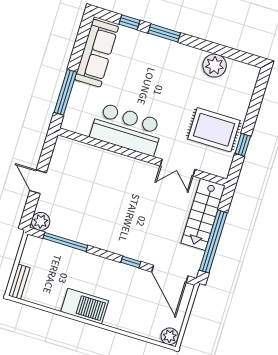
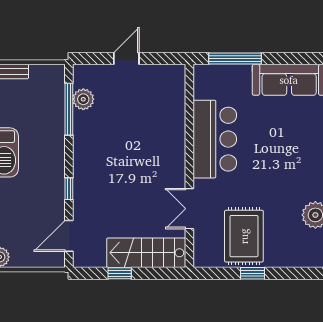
window: (243, 145) -> (252, 273), moved
plant: (41, 221) -> (83, 99), moved
window: (213, 241) -> (120, 273), width x0.32
door: (170, 274) -> (69, 236), width x0.73

